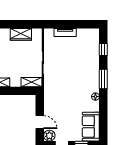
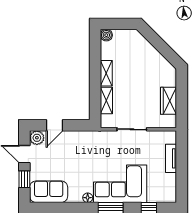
corner sofa: (85, 72) -> (120, 184), added
shelving: (32, 82) -> (106, 101), moved

